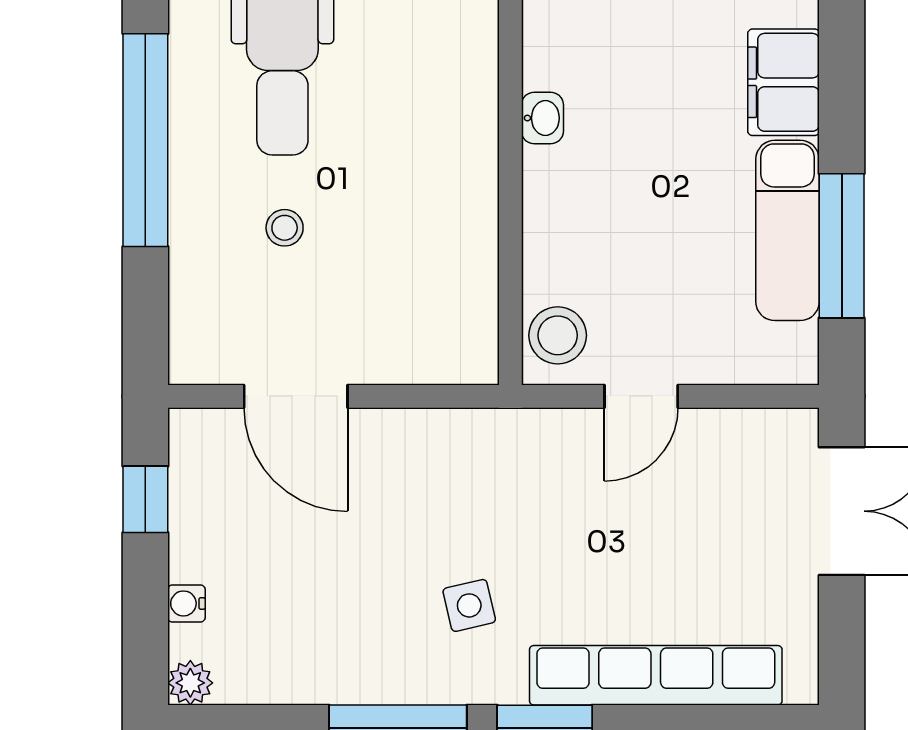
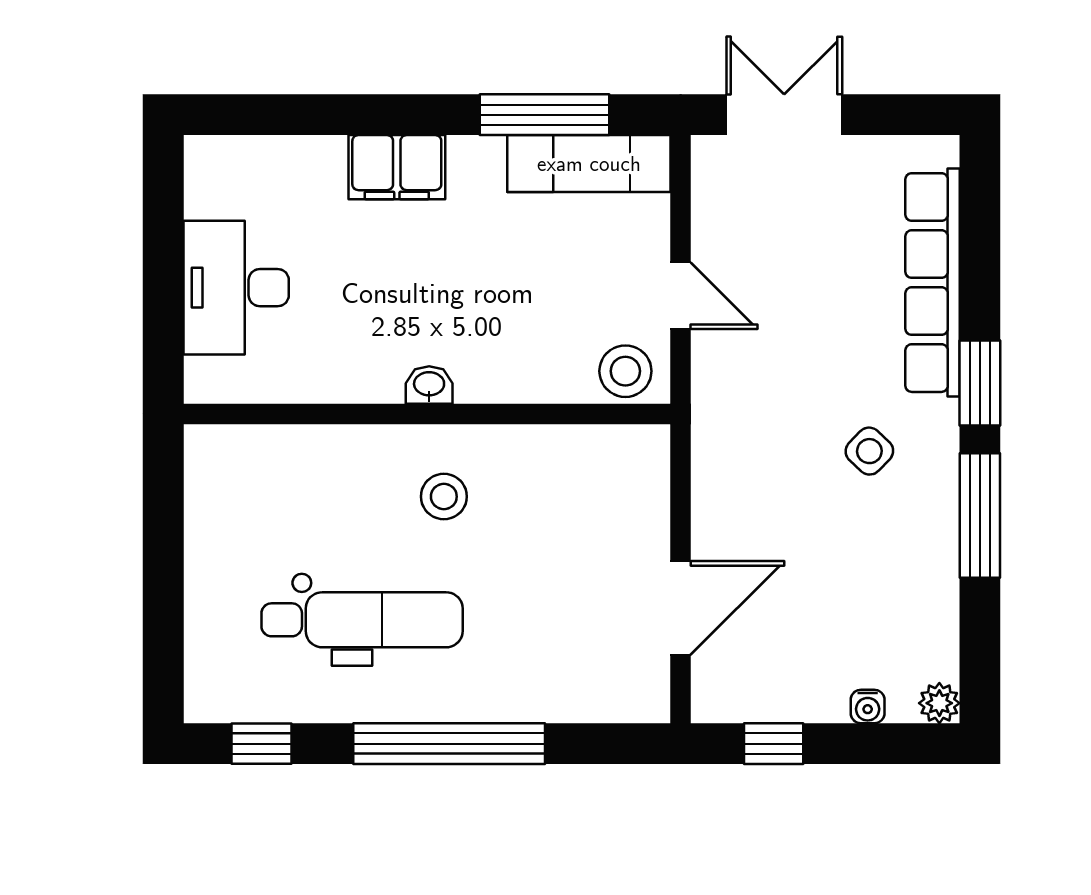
stool: (285, 228) -> (444, 497), moved, width x1.37, depth x1.37
exam couch: (788, 230) -> (589, 164), moved
side table: (469, 605) -> (869, 451), turned -33

